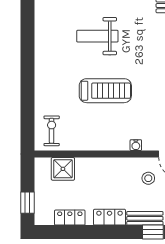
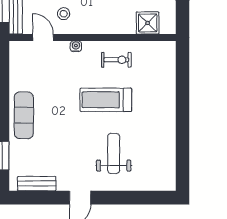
weight bench: (97, 36) -> (114, 153), turned -90
exercise bike: (52, 131) -> (116, 60), moved, turned -90

